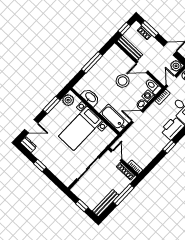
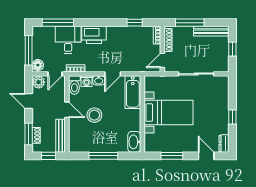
washbasin: (90, 97) -> (134, 142), moved
plant: (68, 100) -> (154, 146), removed
door: (137, 117) -> (113, 74), hinge flipped
window: (169, 147) -> (135, 23), moved

